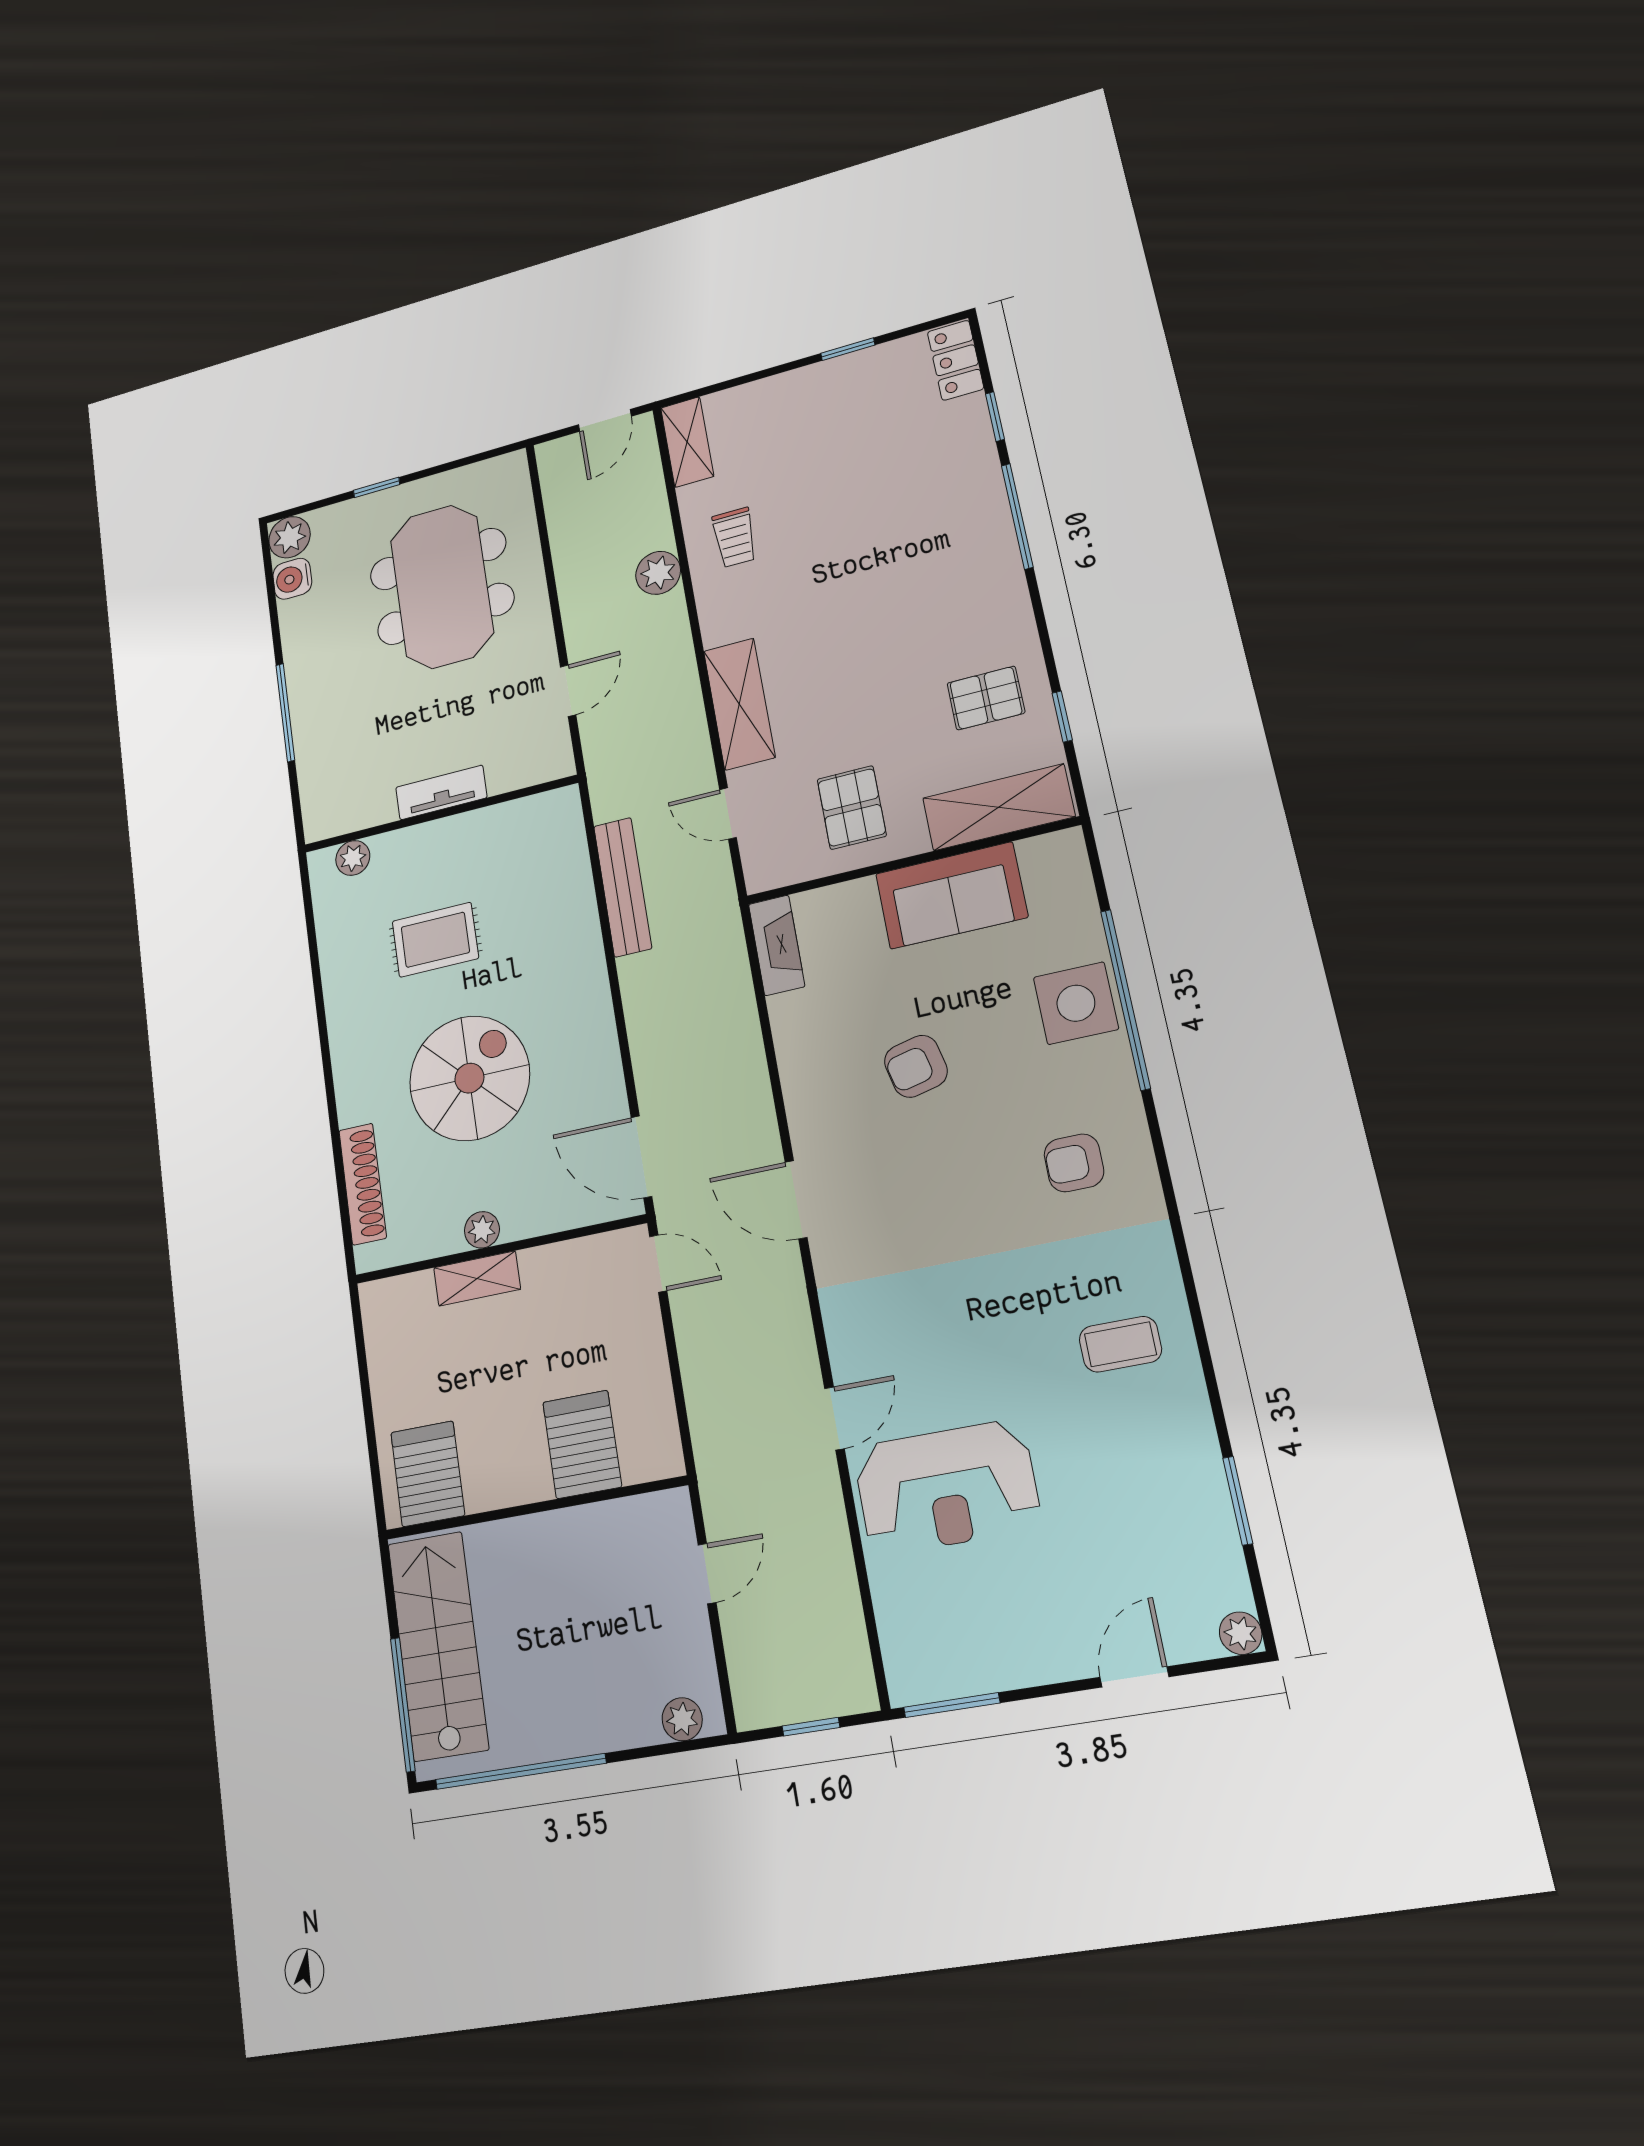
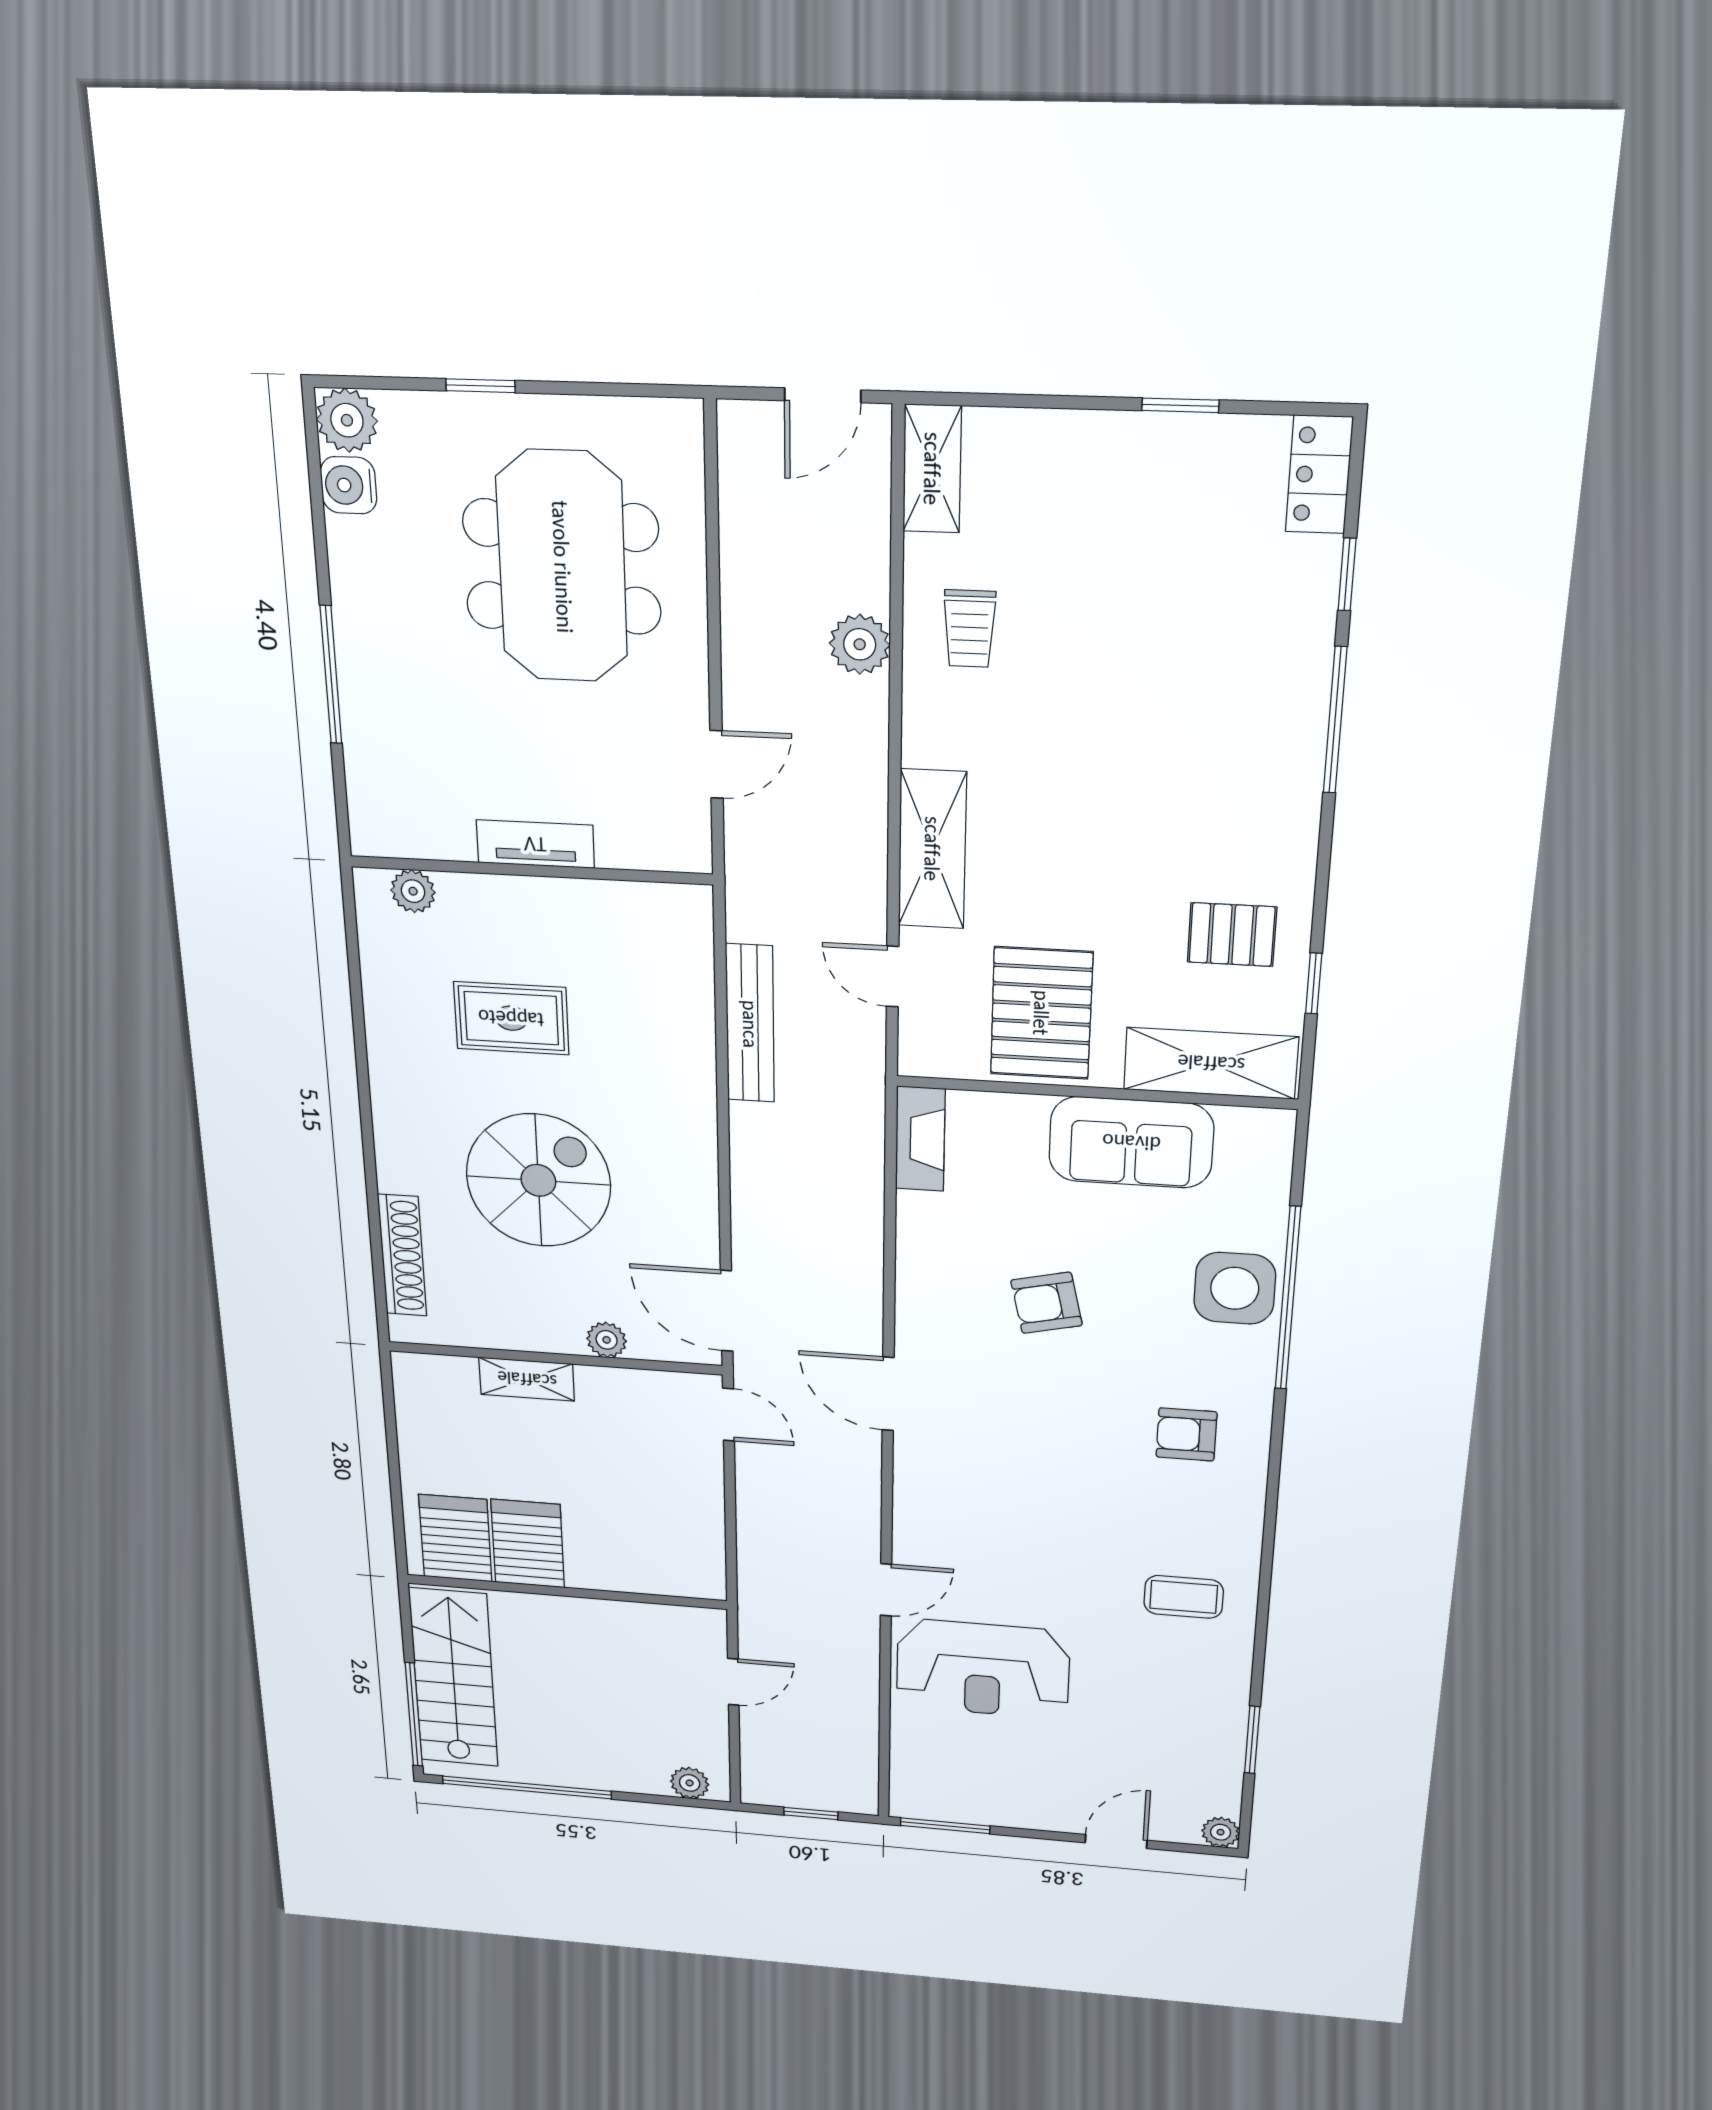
pallet: (852, 808) -> (1041, 1013), width x1.50, depth x1.42
plant: (482, 1230) -> (607, 1340), moved
server rack: (582, 1444) -> (528, 1544), moved

